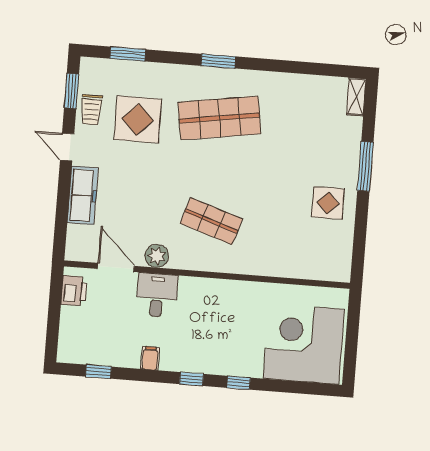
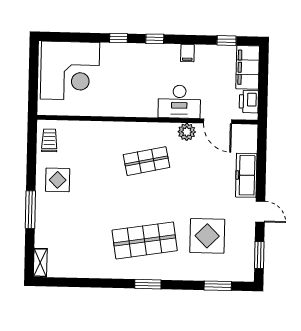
trolley: (91, 110) -> (49, 140), moved
shop shelf: (211, 221) -> (146, 161), turned -30
desk: (157, 295) -> (179, 102), width x1.37
filing cabinet: (73, 335) -> (248, 67), added

